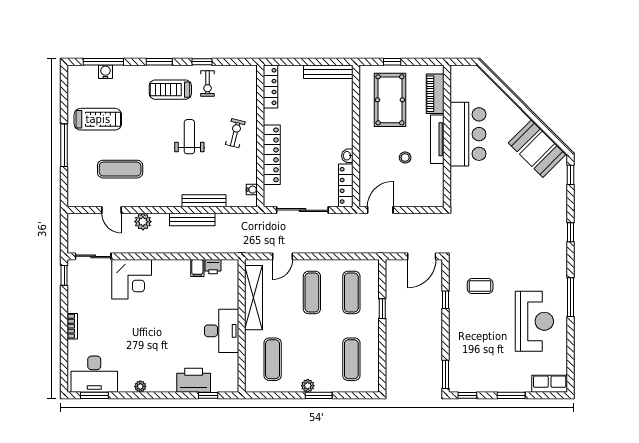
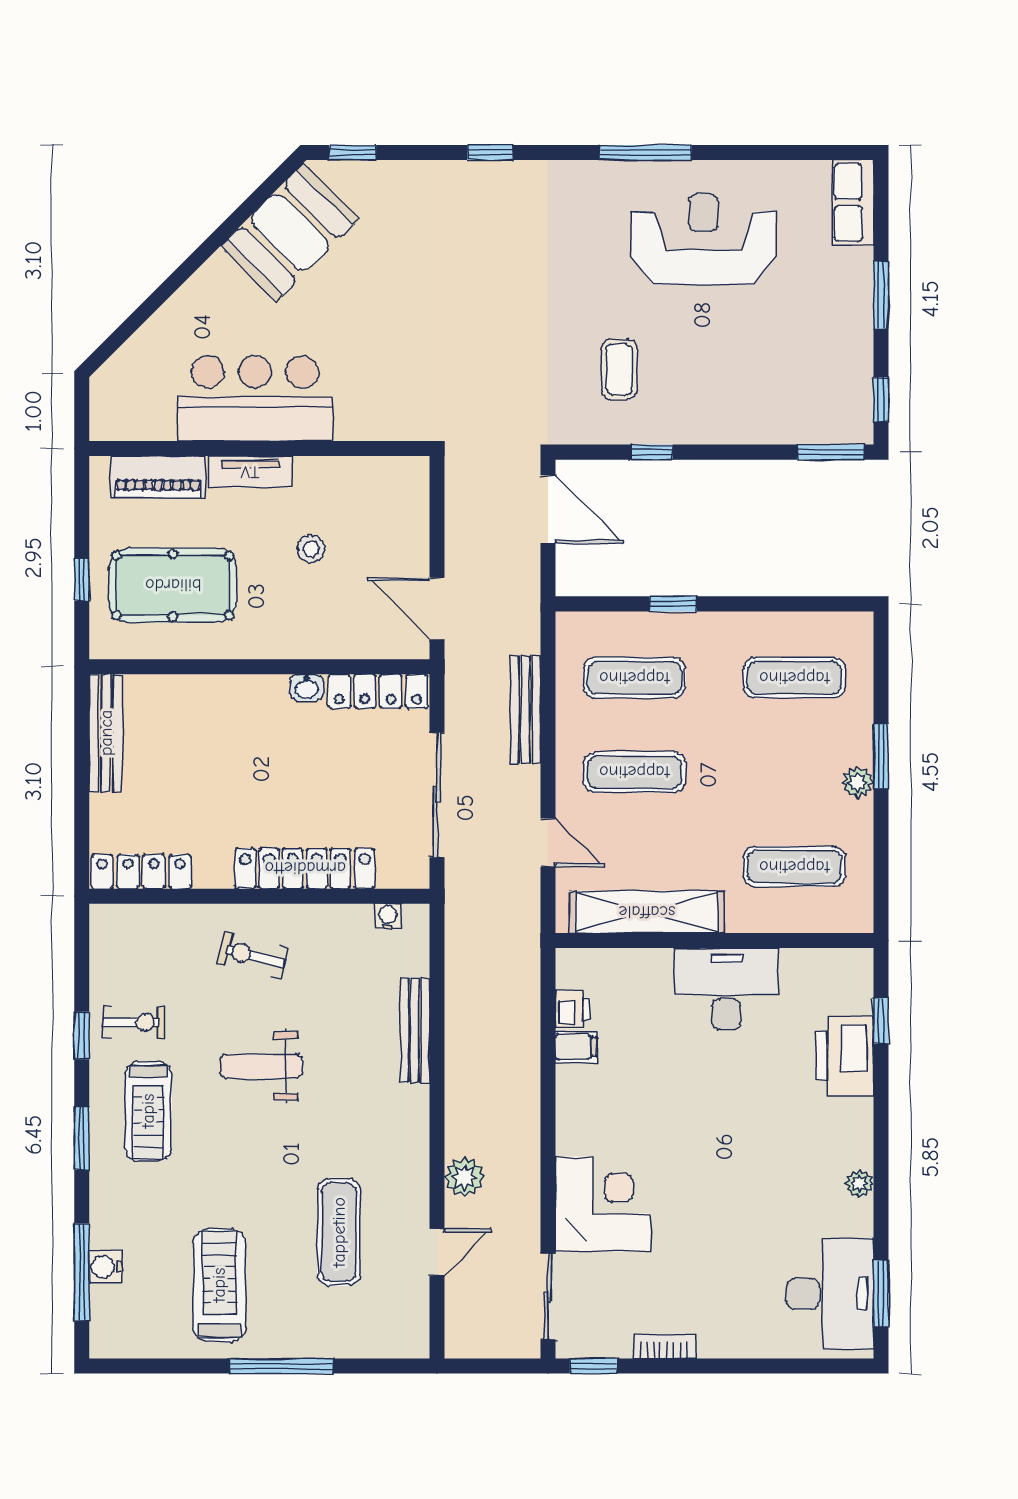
tv unit: (437, 139) -> (250, 472), width x0.71
bench: (192, 219) -> (525, 710), moved
bookcase: (72, 326) -> (664, 1346), moved

